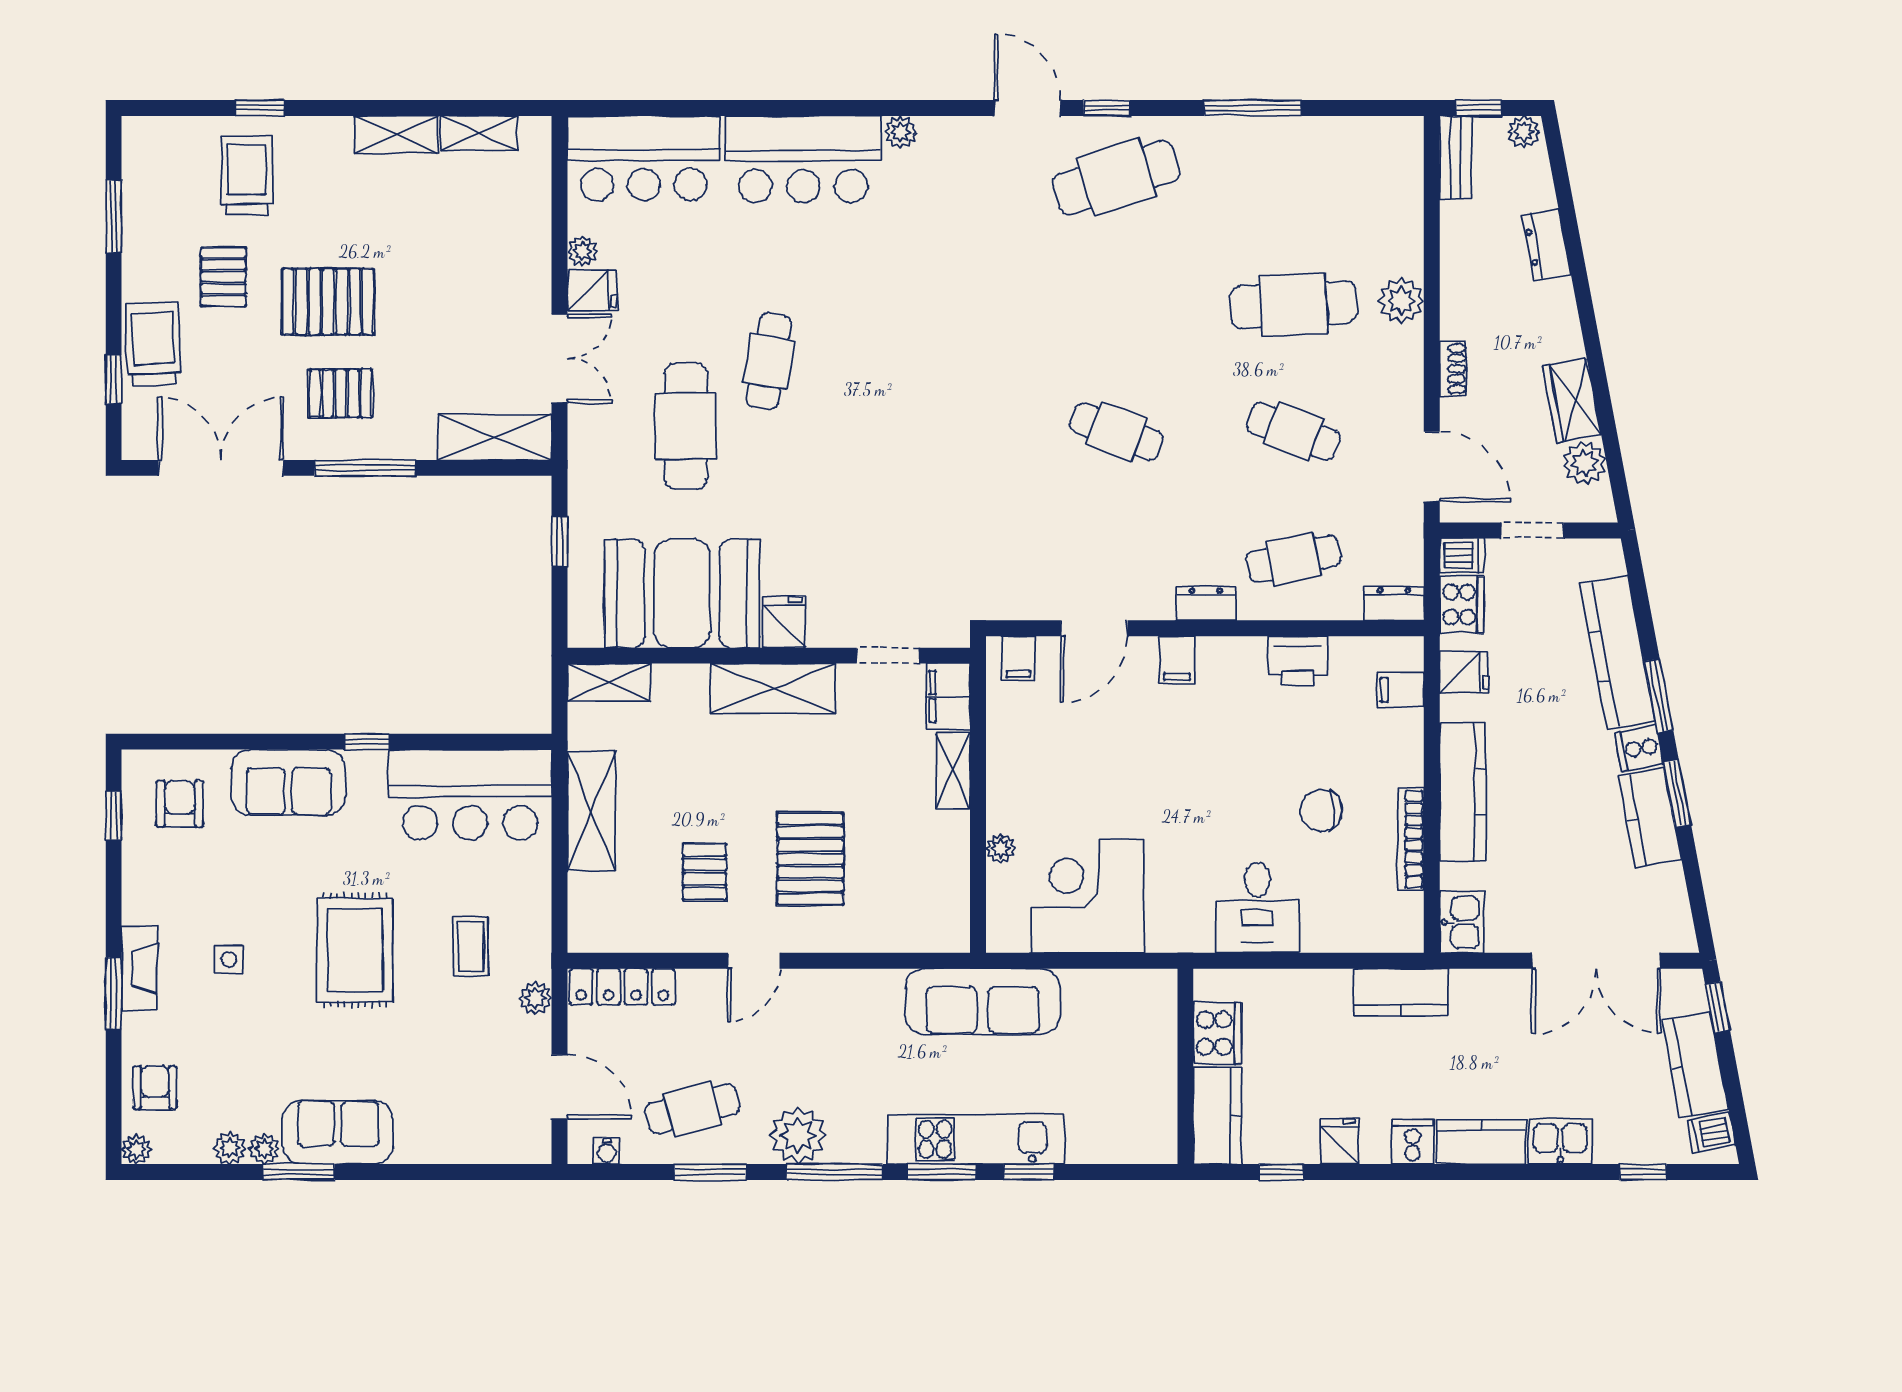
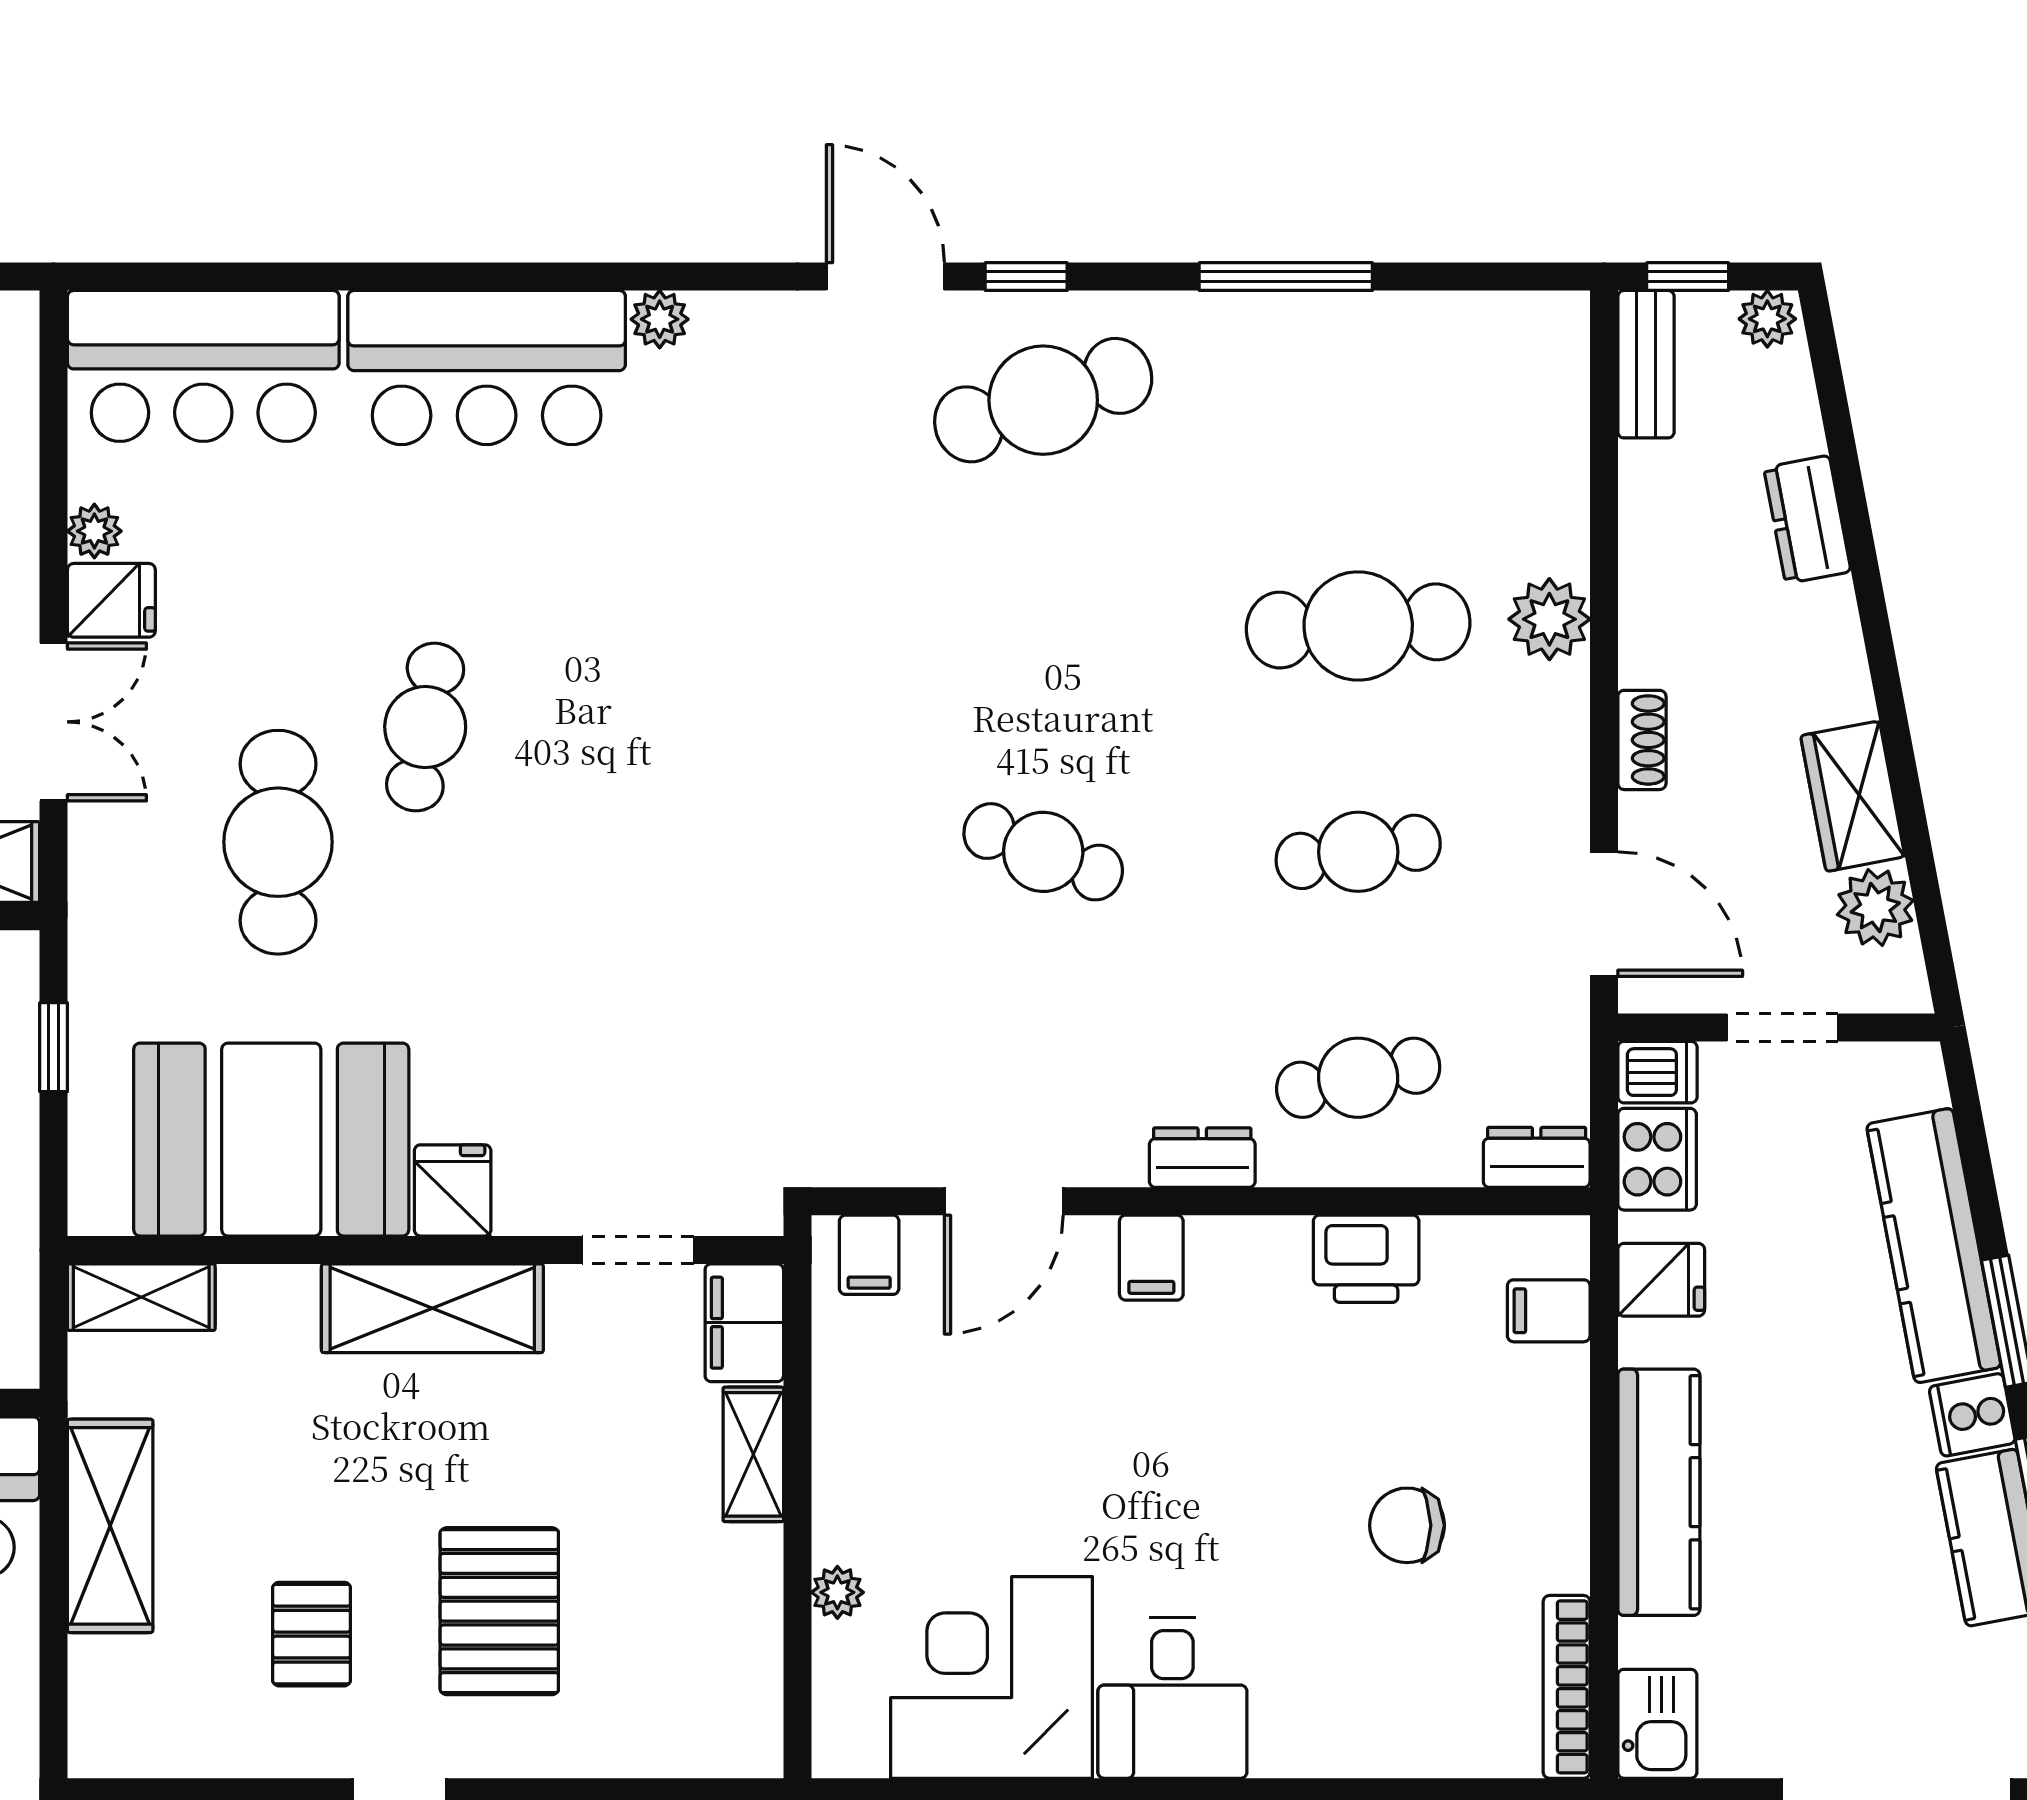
cafe table: (1294, 432) -> (1358, 852), turned -30
bookcase: (1411, 839) -> (1567, 1687), moved
desk: (1257, 908) -> (1172, 1698), moved

